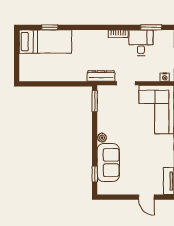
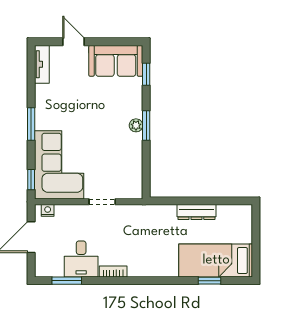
dresser: (101, 76) -> (196, 212), moved
window: (95, 101) -> (146, 126), moved
sofa: (108, 163) -> (116, 61), moved, turned -90

